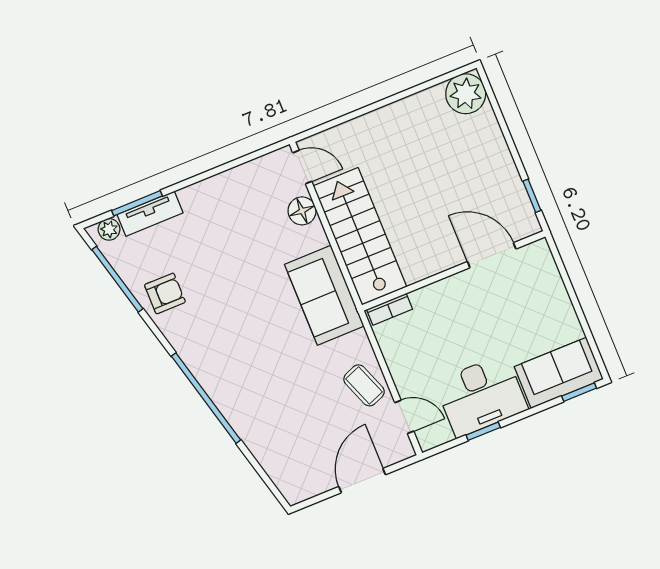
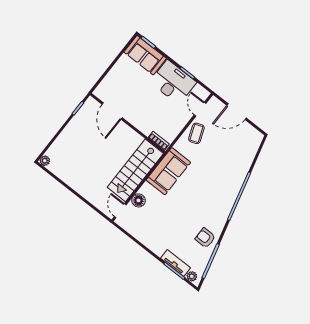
plant: (466, 94) -> (45, 161), width x0.53, depth x0.53

